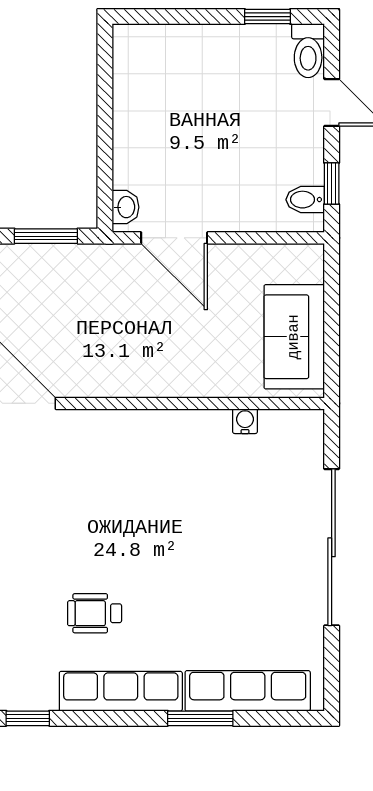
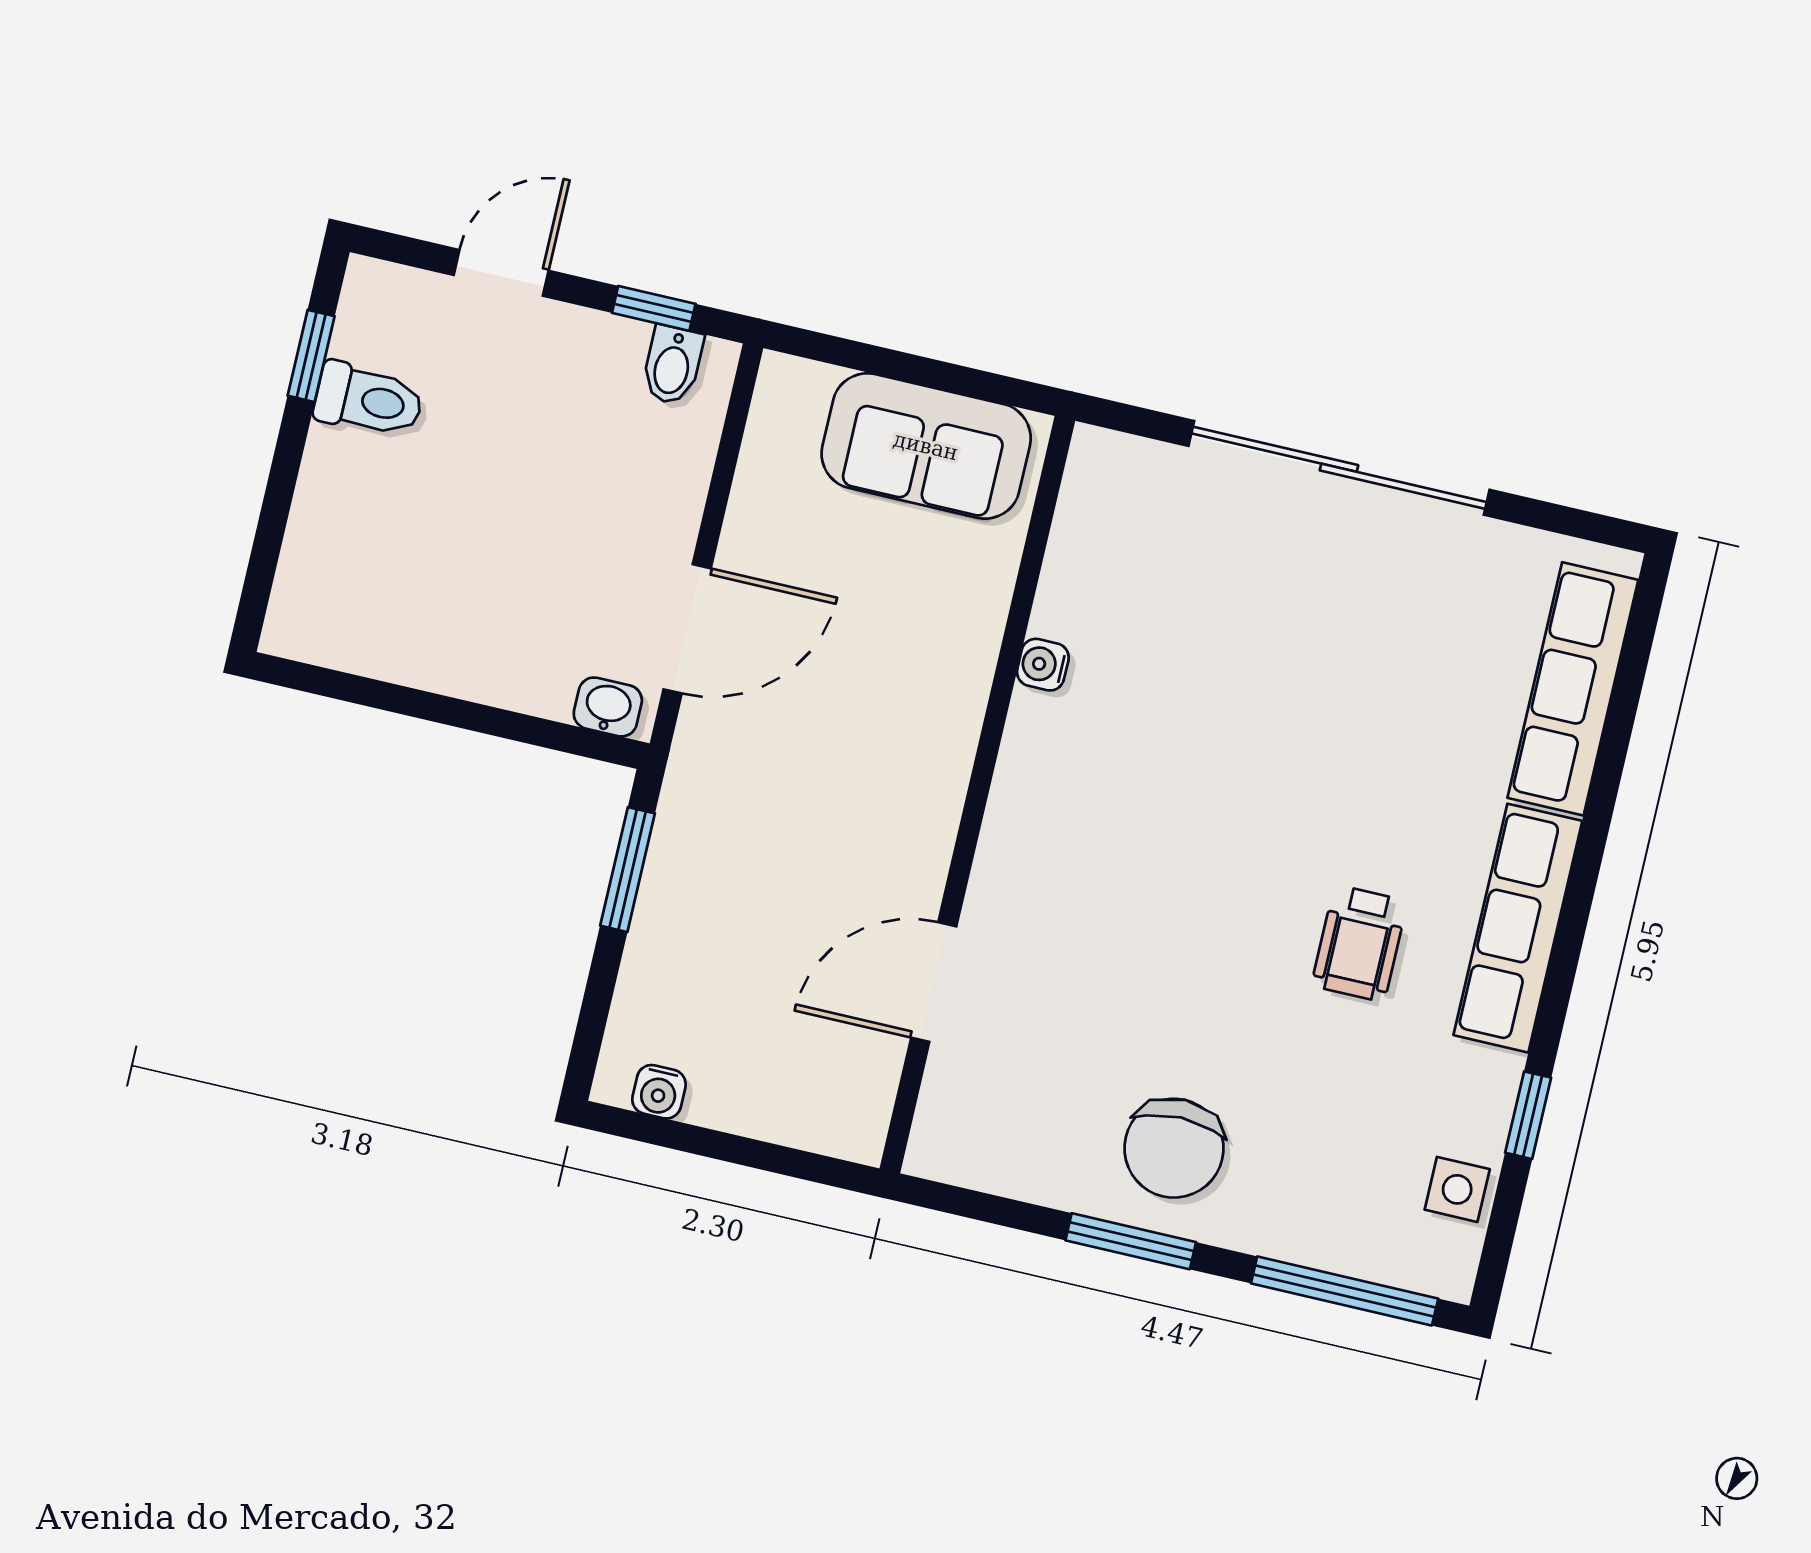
toilet: (308, 51) -> (369, 400), moved
water cooler: (245, 421) -> (1043, 665), moved
window: (200, 718) -> (1604, 790), removed

